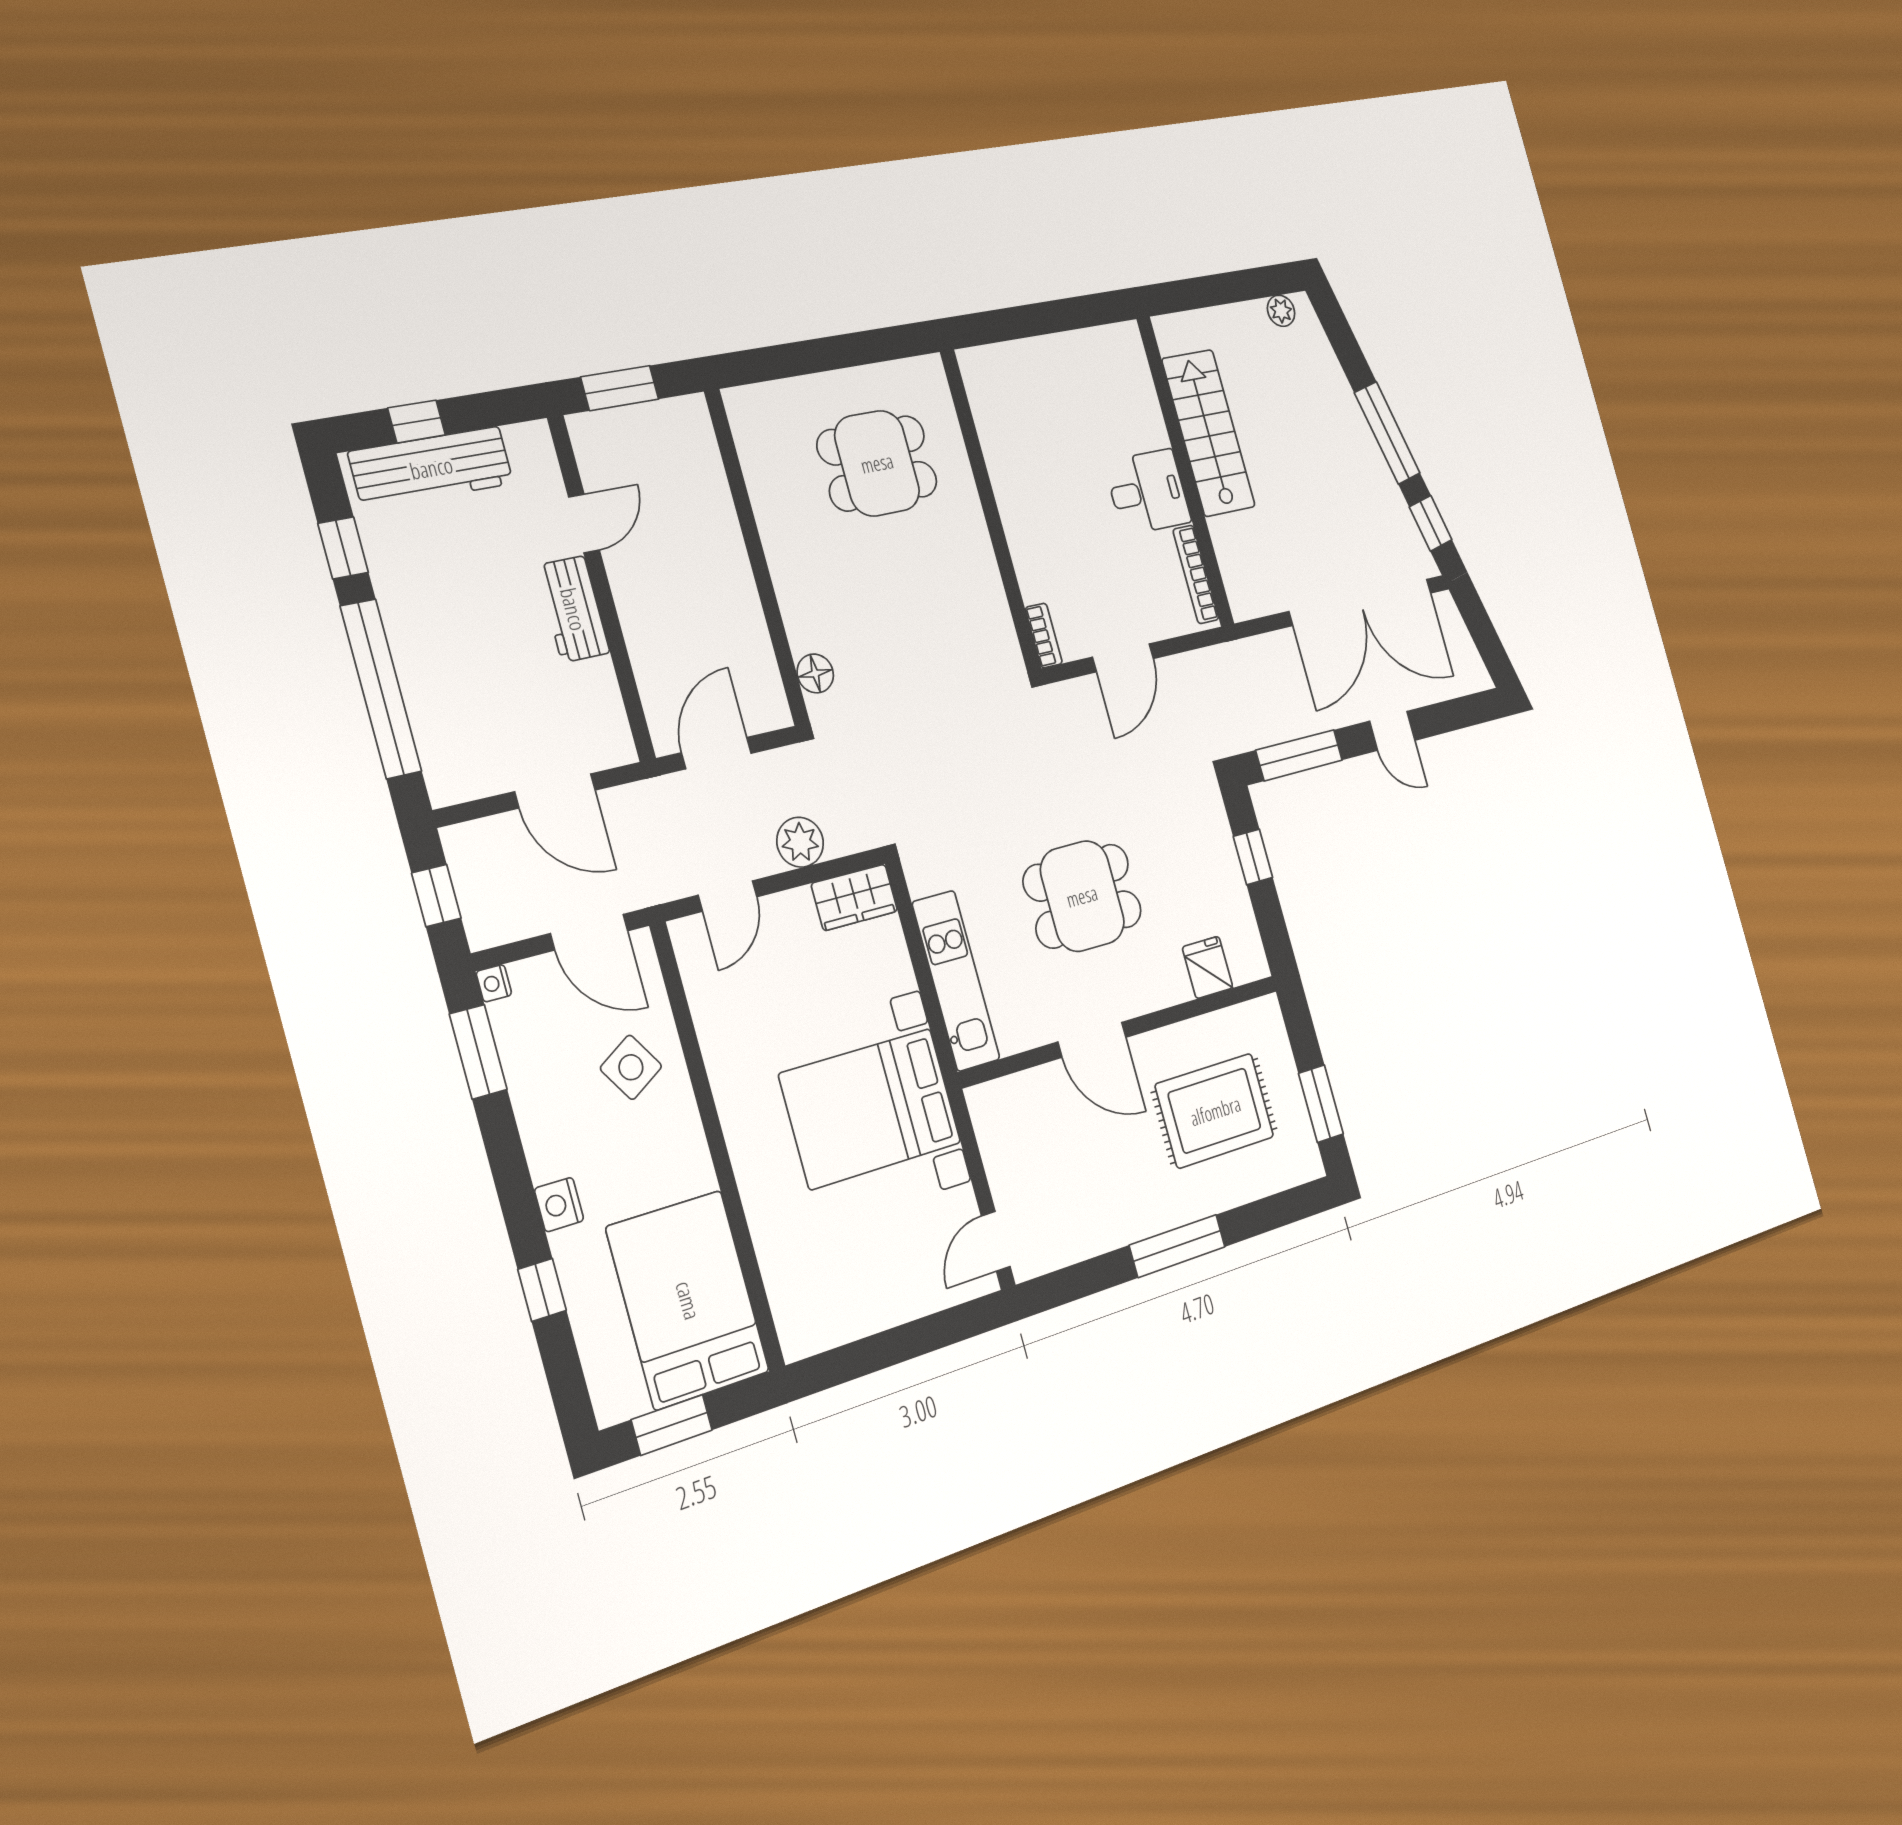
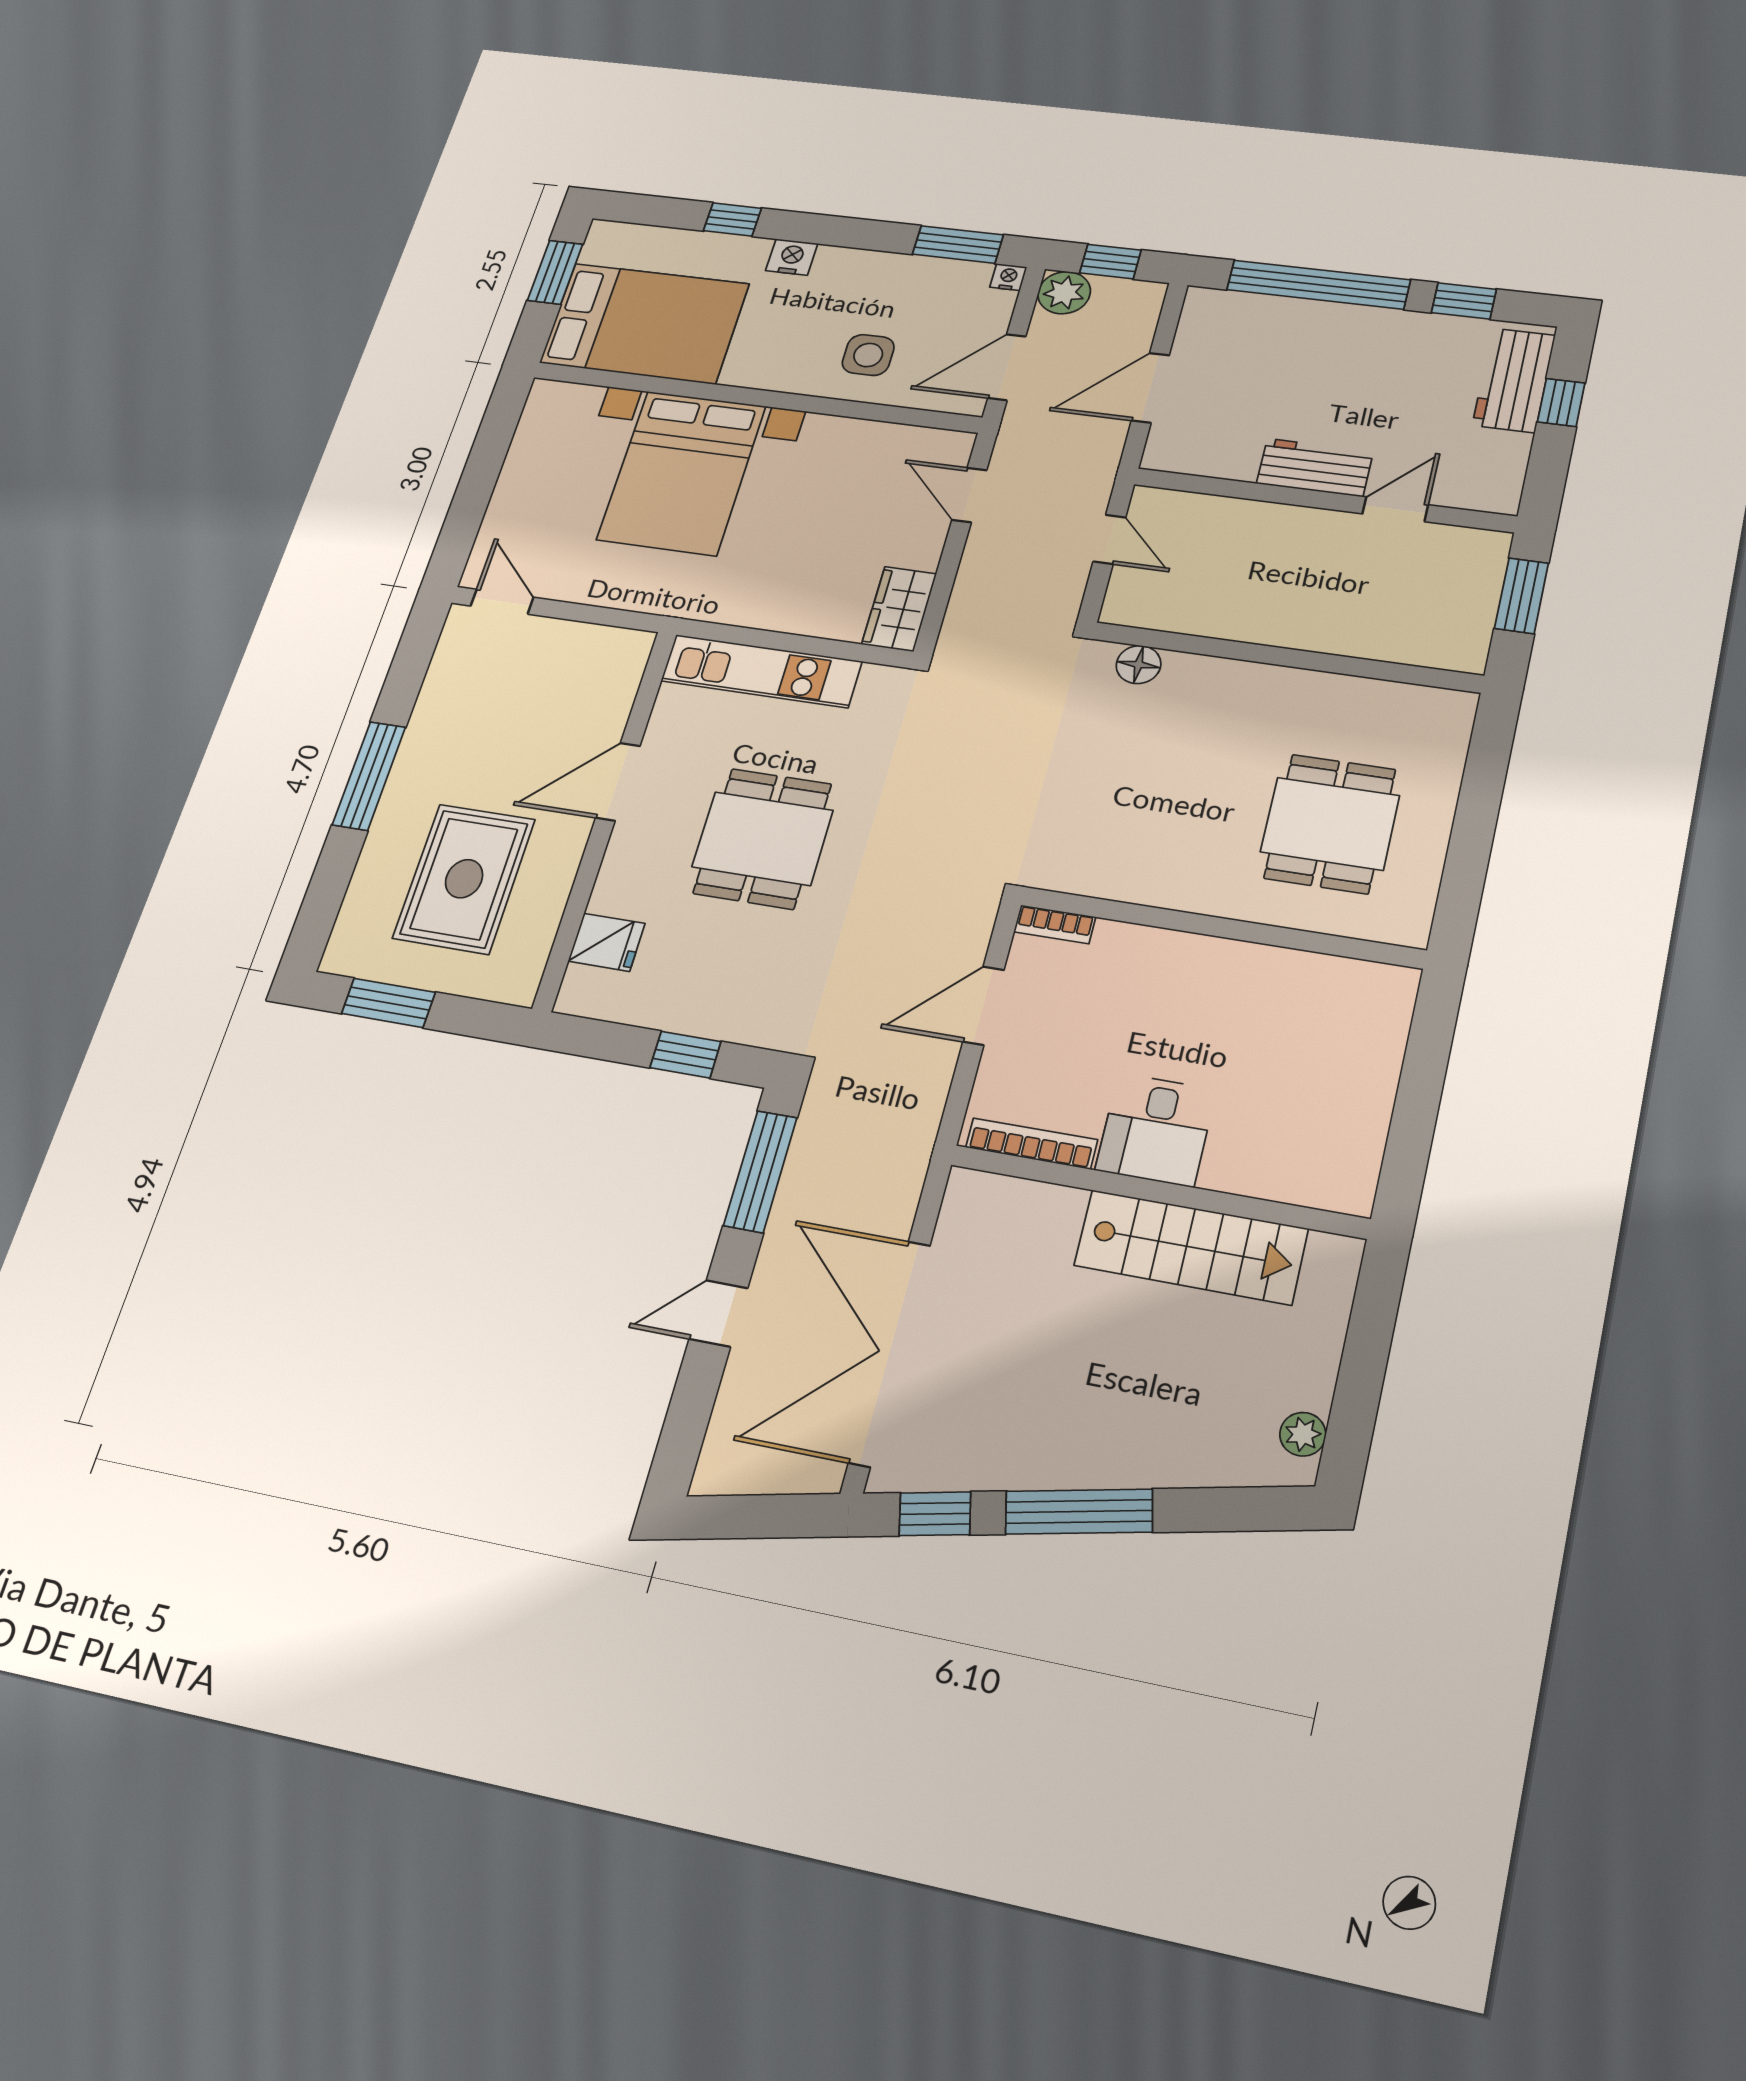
workbench: (431, 468) -> (1514, 380), width x0.73
door: (584, 523) -> (1395, 509), swing flipped
door: (1123, 658) -> (983, 1006), hinge flipped
door: (716, 753) -> (1109, 539), width x0.73
plant: (800, 842) -> (1064, 293), moved
side table: (631, 1067) -> (868, 355), turned 32
bed with nightstands: (870, 1108) -> (682, 473), moved, turned 180

